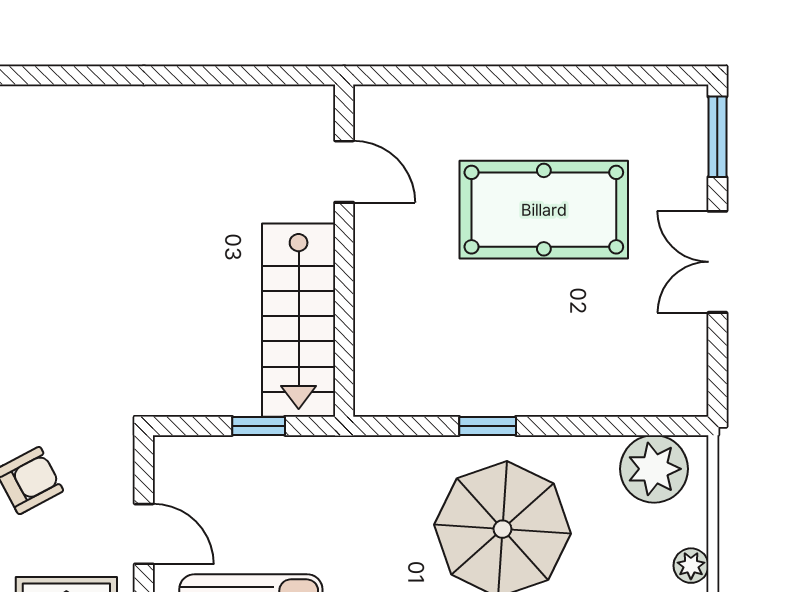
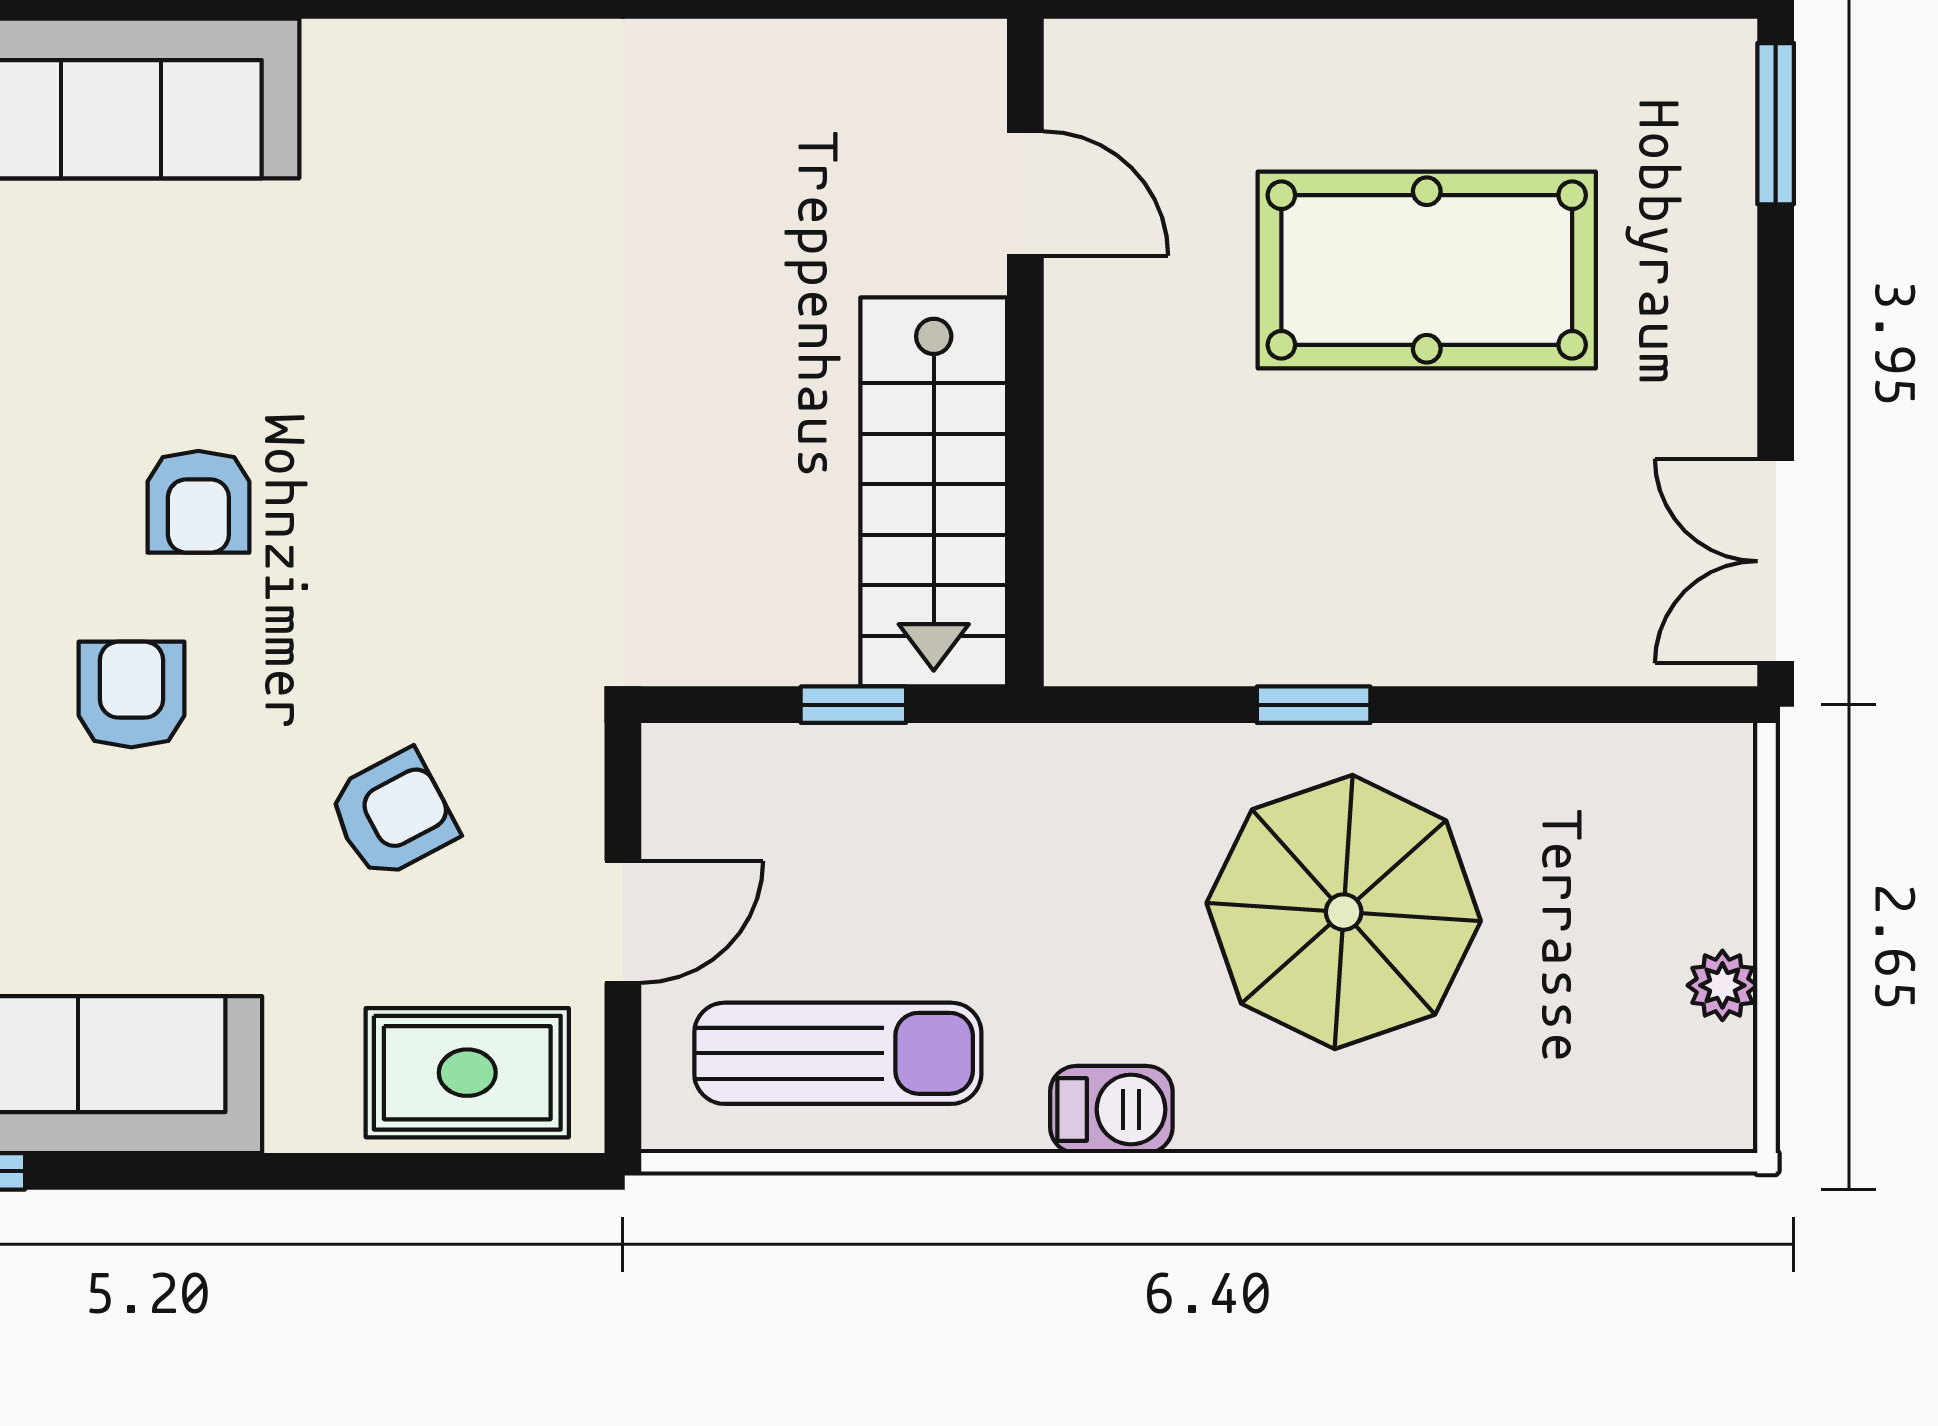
double door: (717, 262) -> (1776, 561), moved
plant: (654, 469) -> (1648, 791), removed
door: (144, 534) -> (623, 922), hinge flipped

